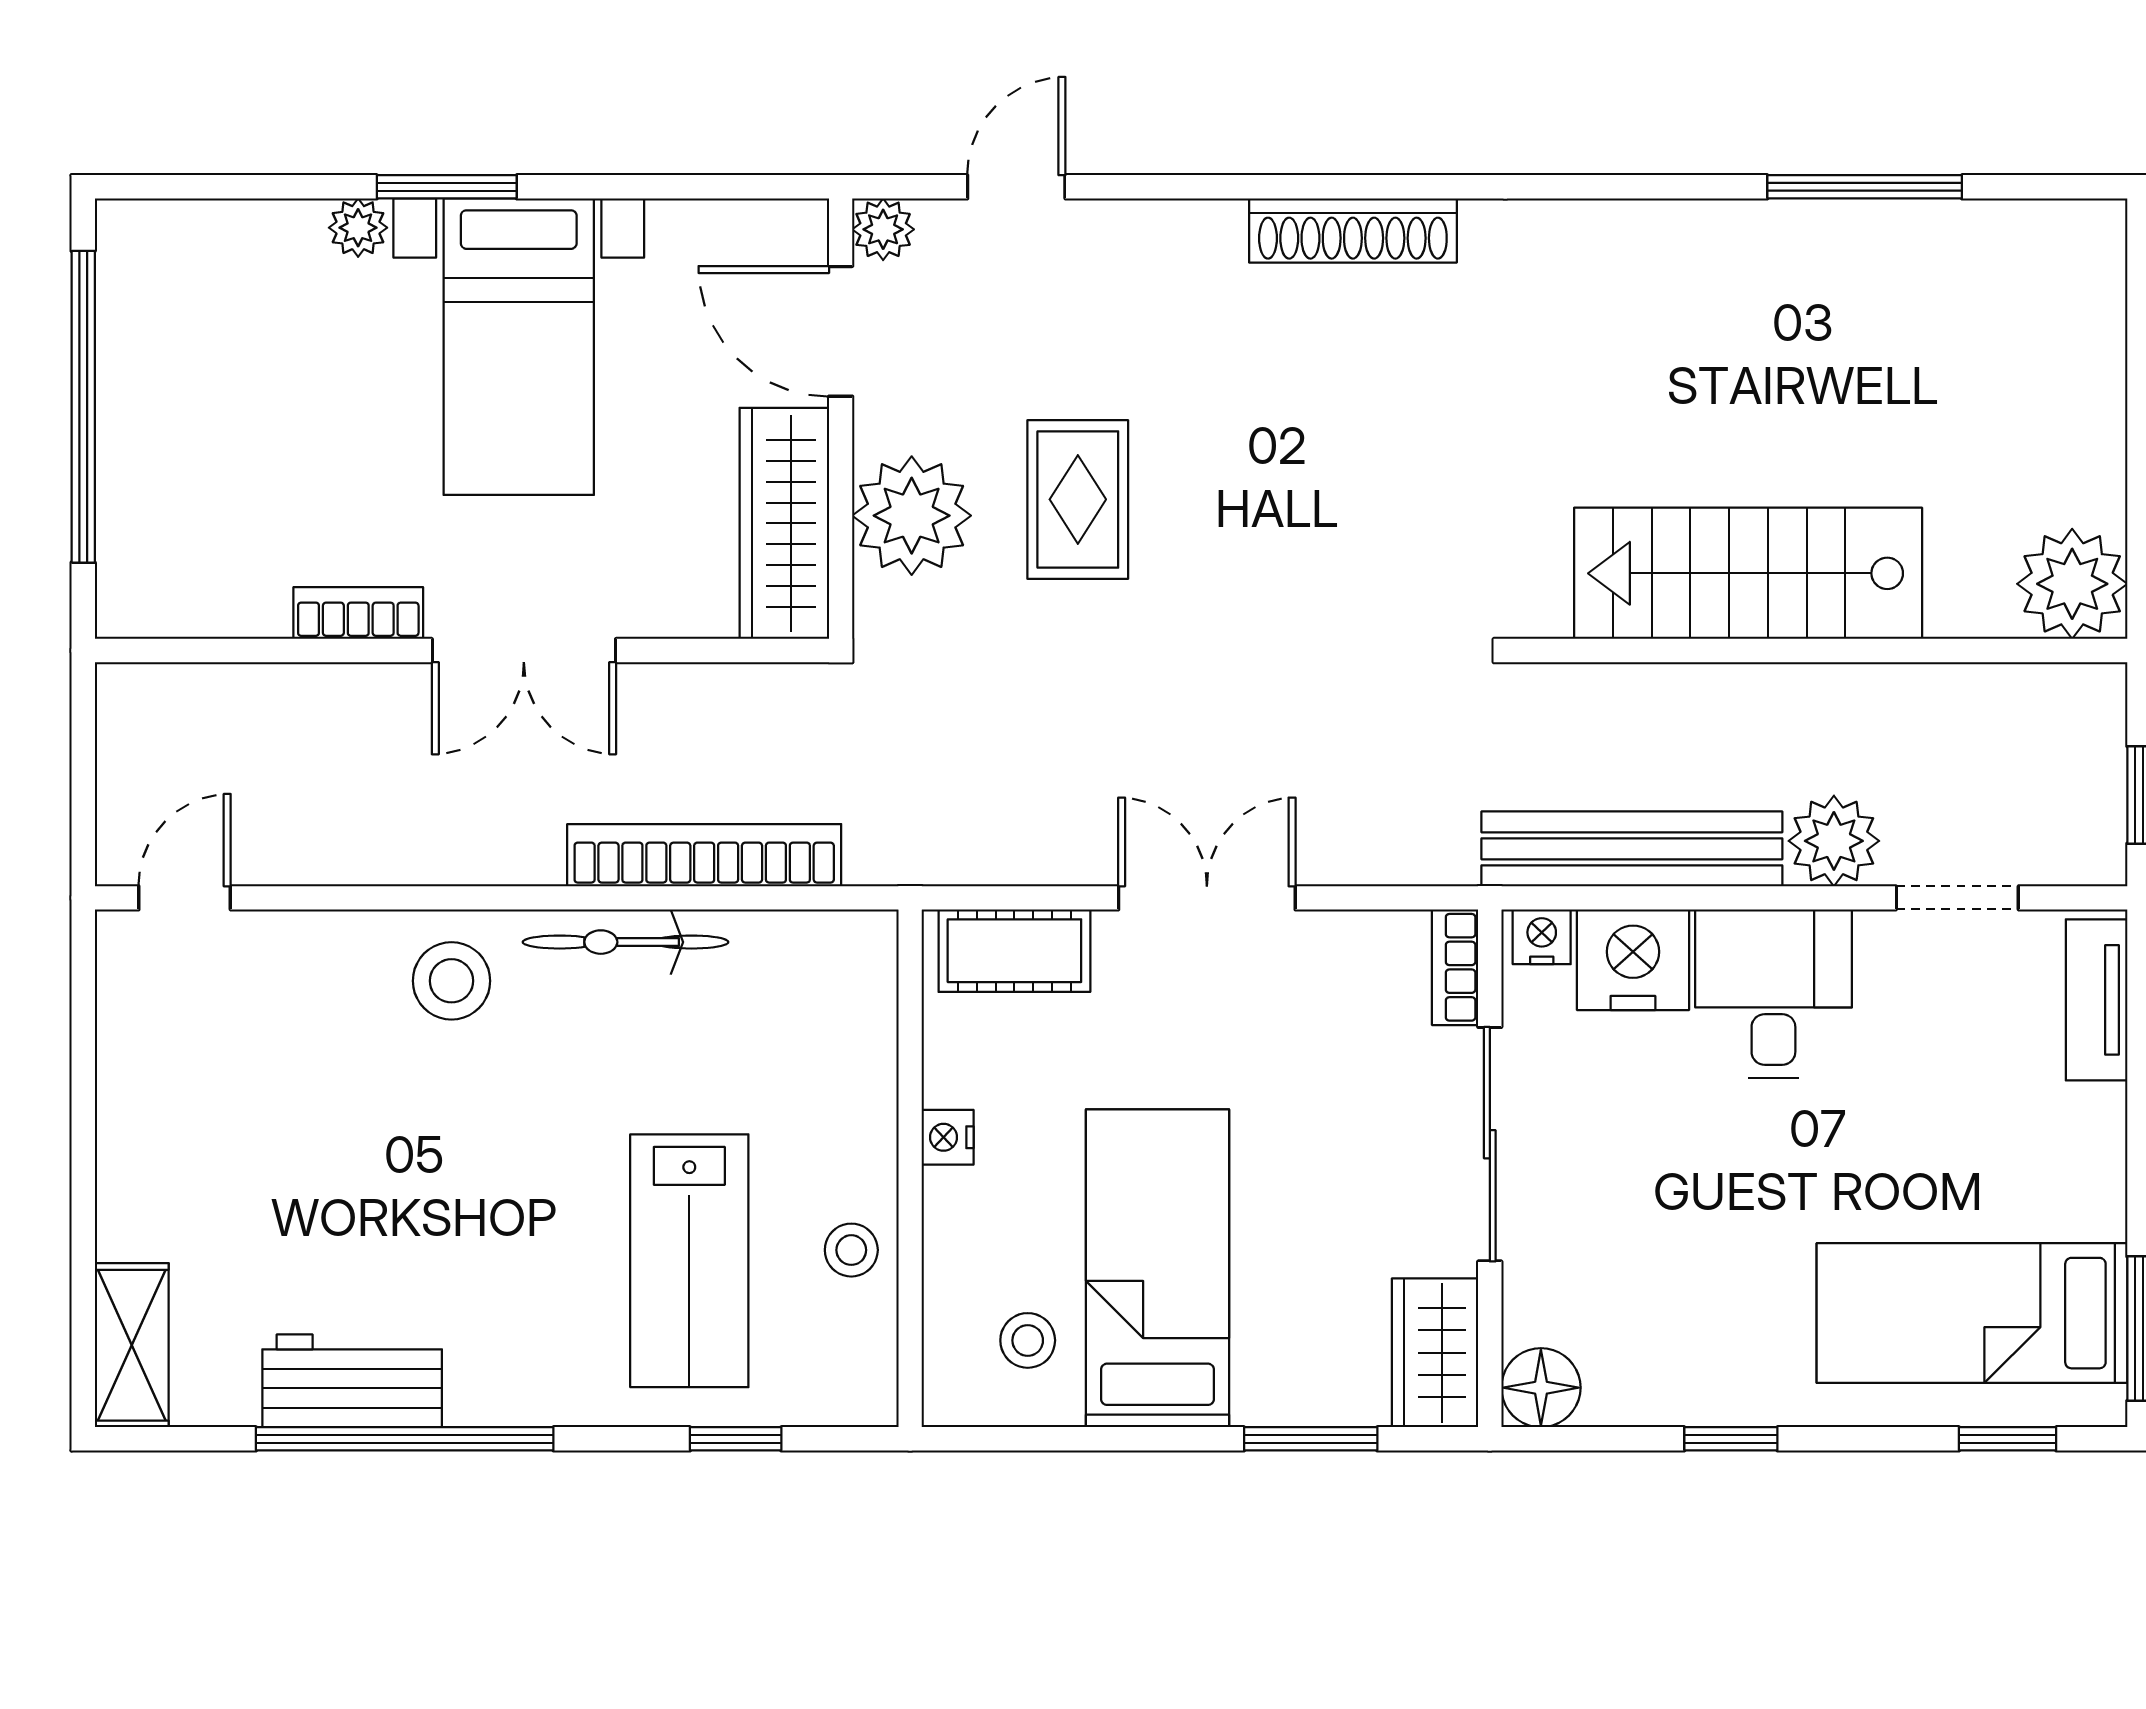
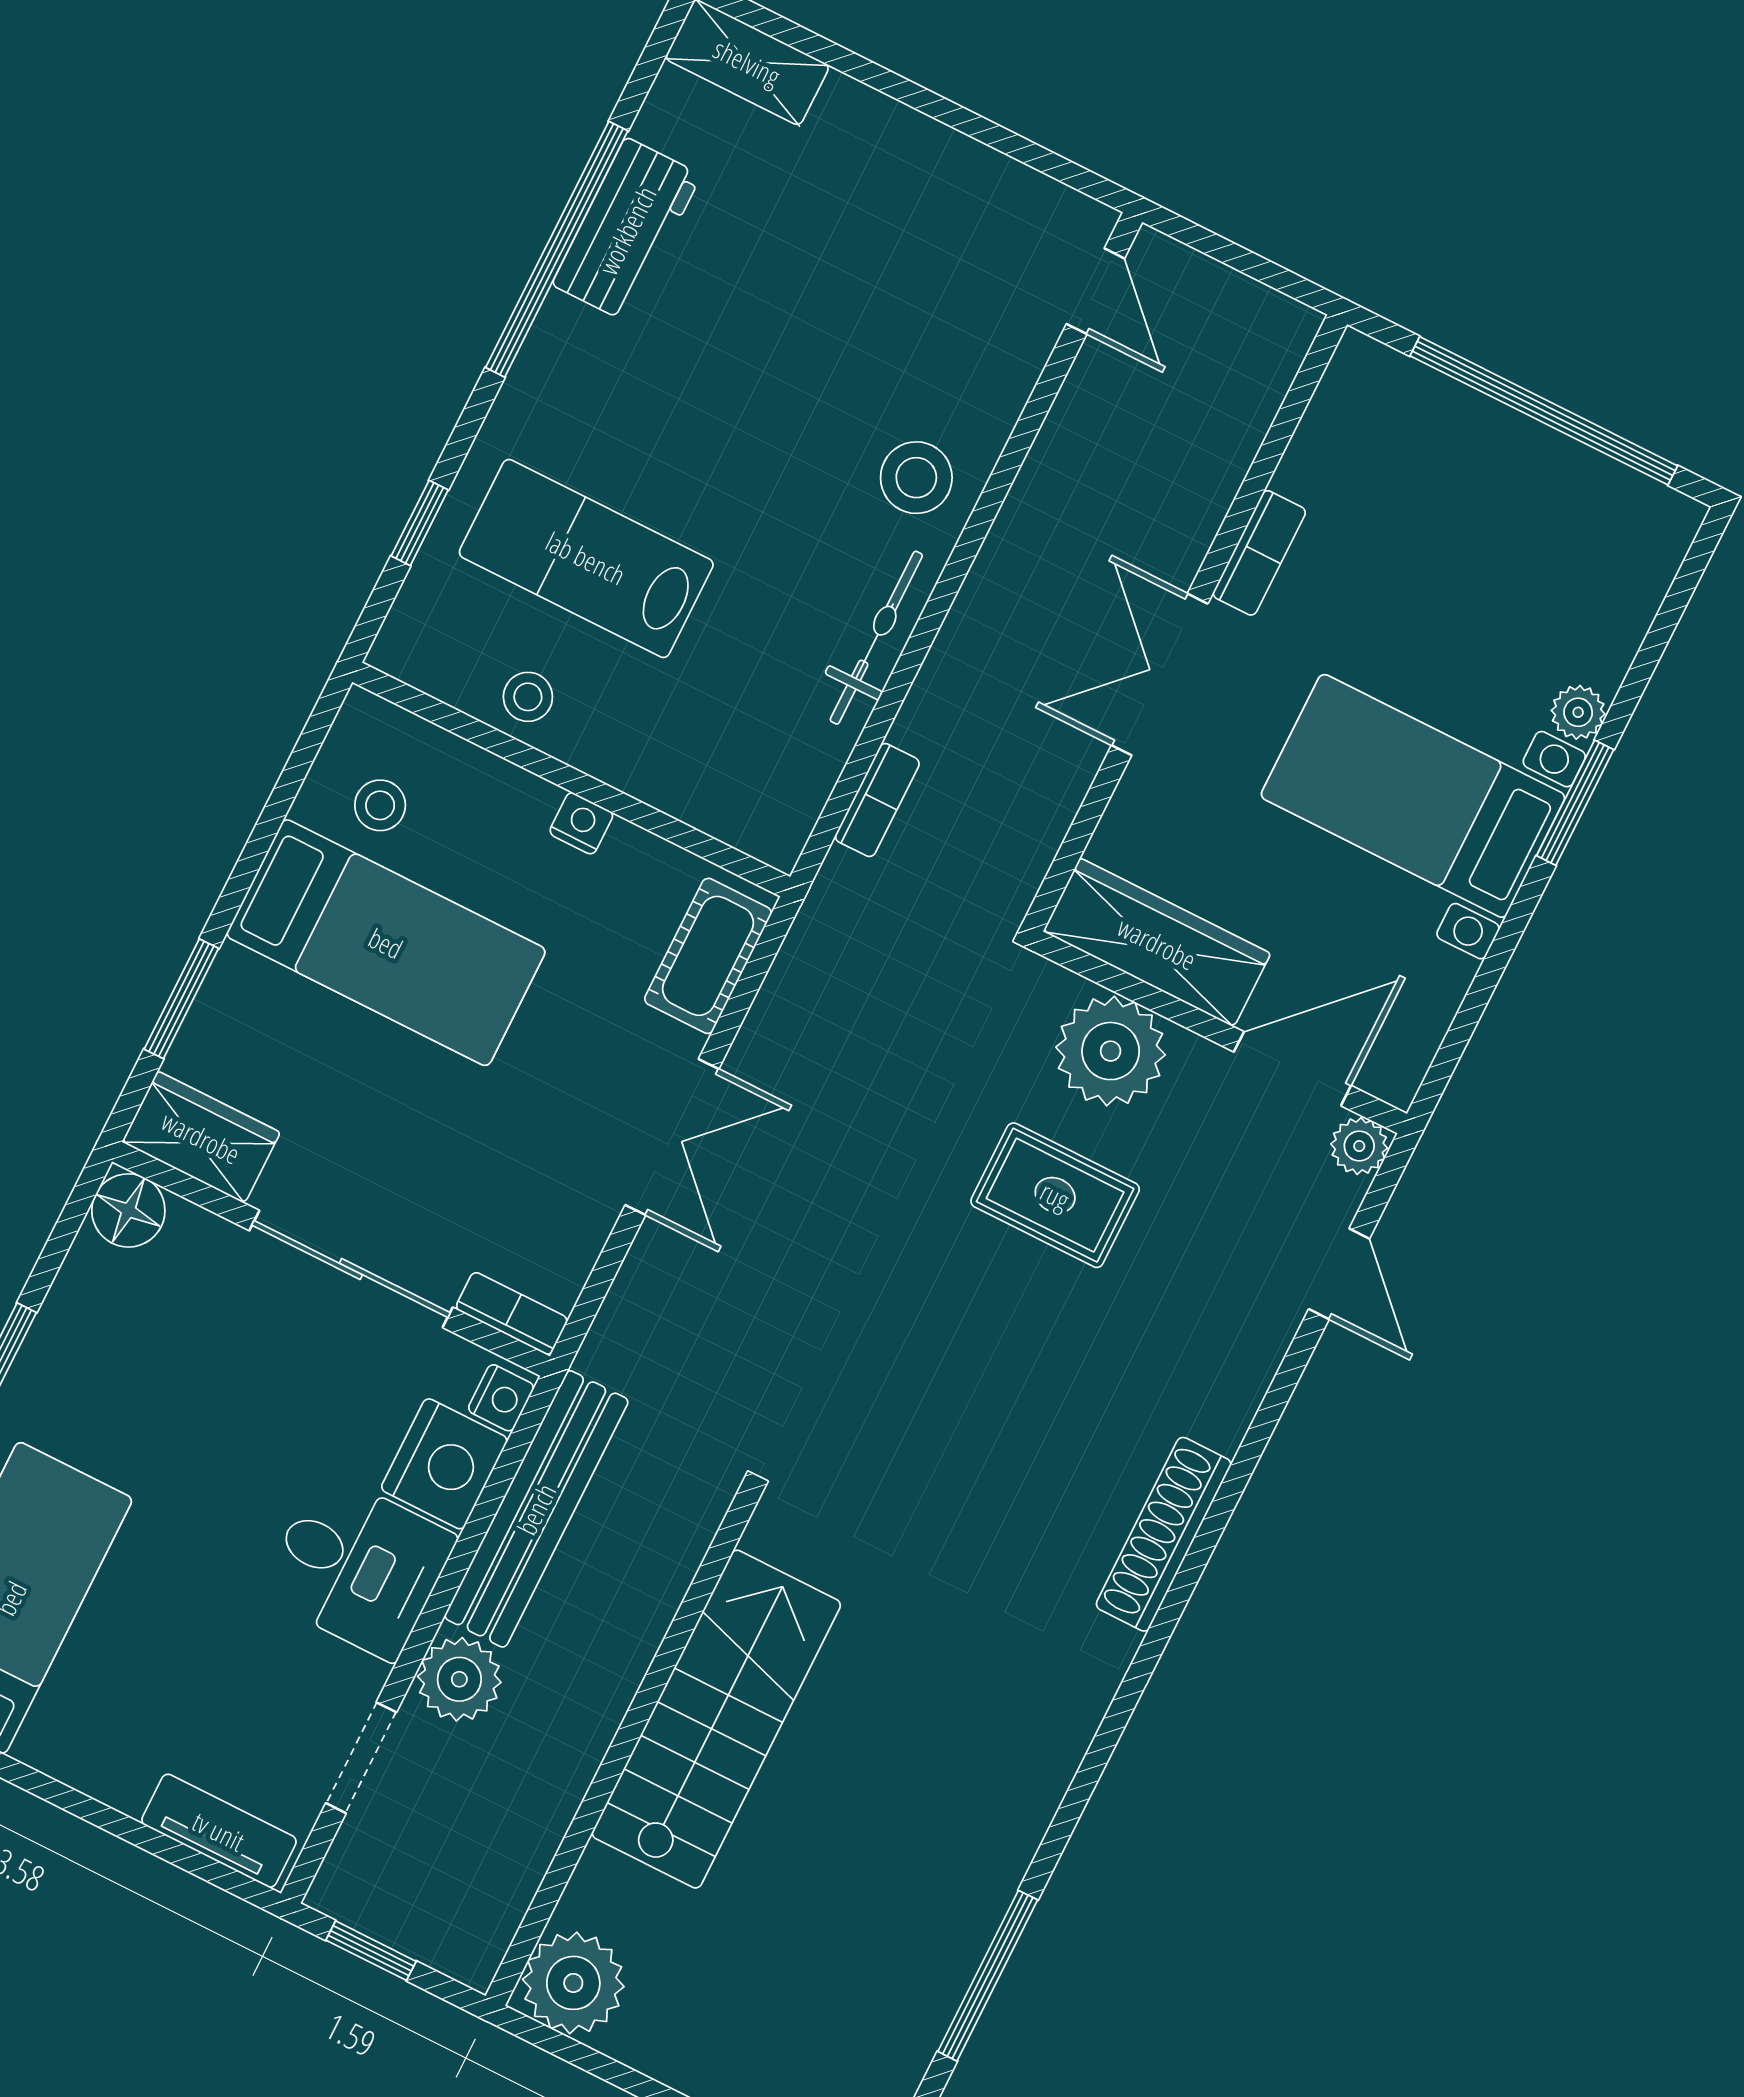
bookcase: (704, 855) -> (877, 800), width x0.43, depth x0.76

